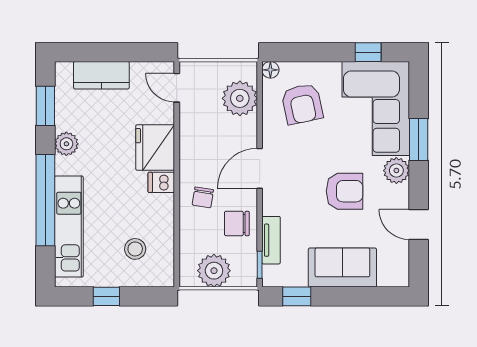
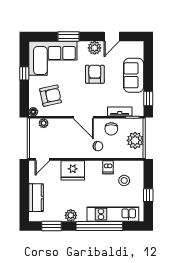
window: (368, 52) -> (24, 73), moved
plant: (240, 98) -> (44, 123), width x0.53, depth x0.53
plant: (396, 171) -> (95, 48), moved
dishwasher: (161, 182) -> (108, 167), moved

